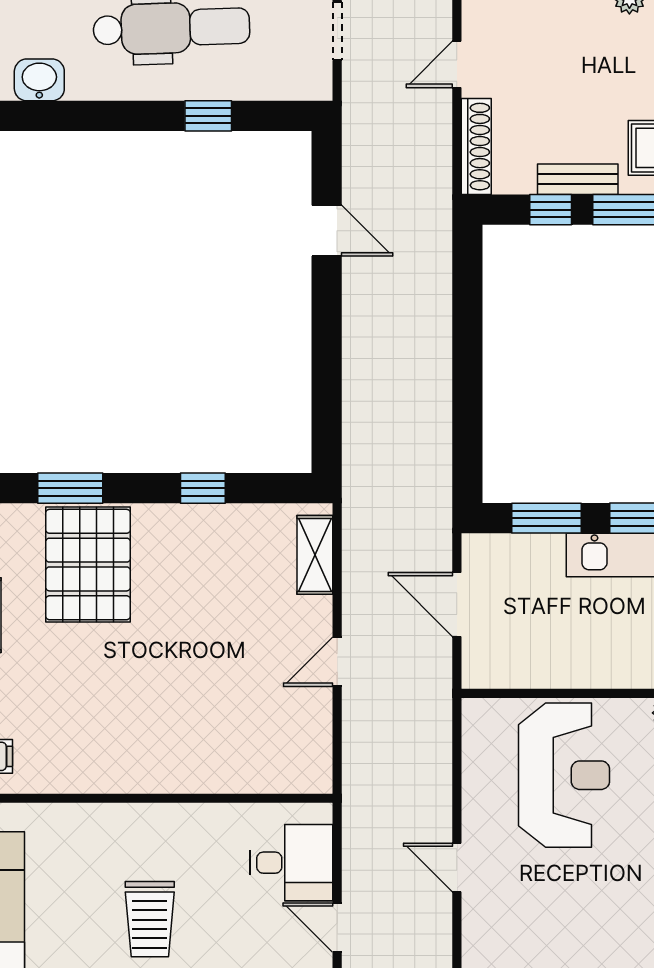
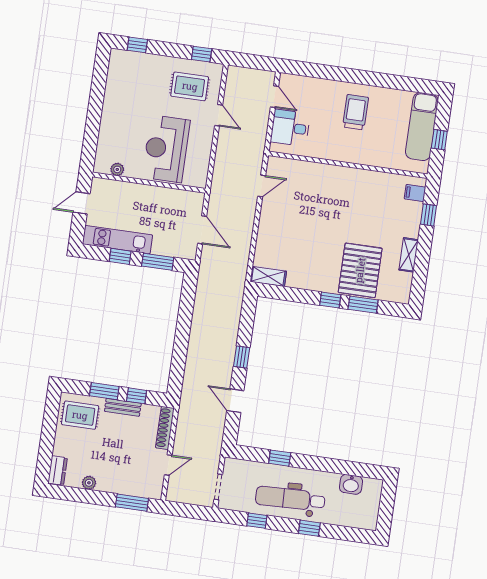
window: (327, 331) -> (242, 357), added
window: (203, 488) -> (330, 300), moved
shelving: (315, 555) -> (268, 276), moved, turned 90
door: (337, 662) -> (262, 186), moved
rug: (532, 923) -> (190, 86), added

